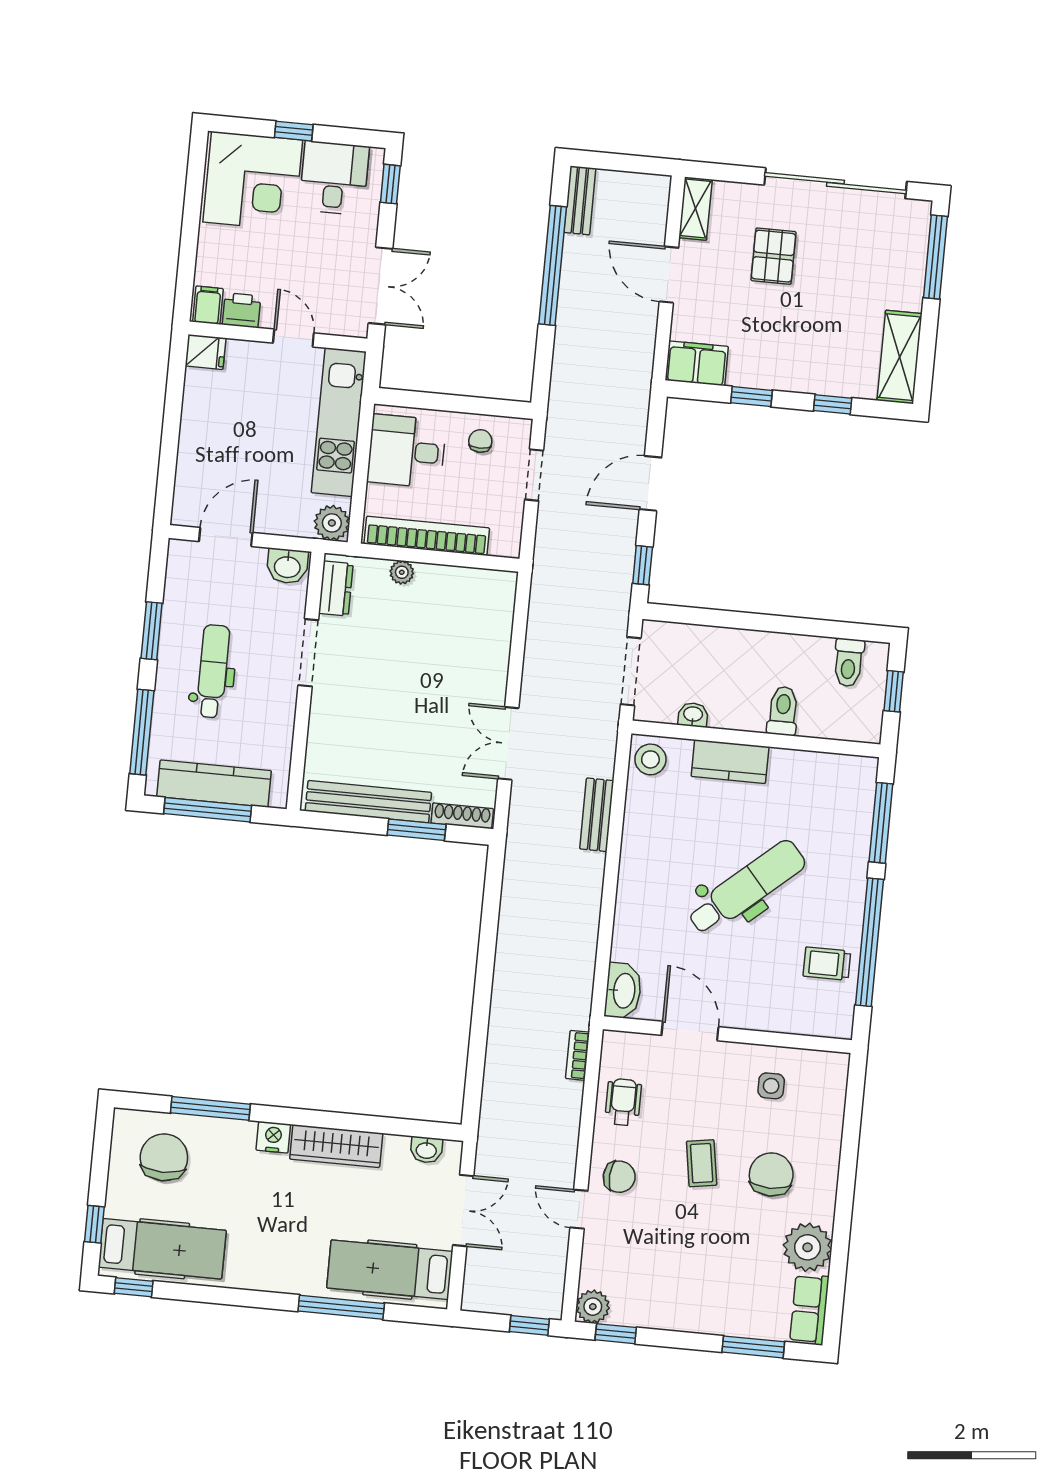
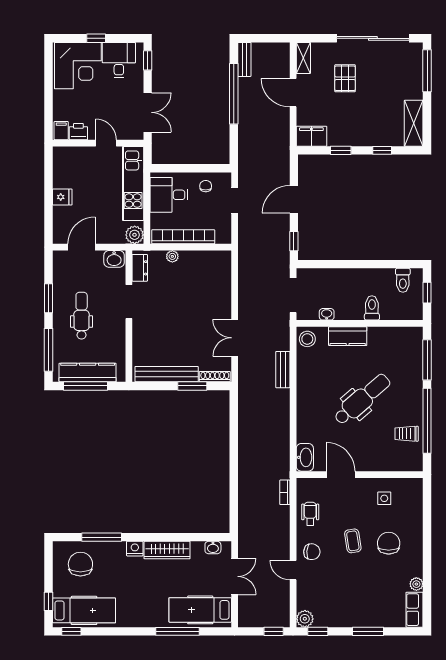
fridge: (205, 352) -> (62, 197), moved
plant: (808, 1247) -> (416, 584), width x0.53, depth x0.53
window: (753, 1347) -> (368, 631), moved

